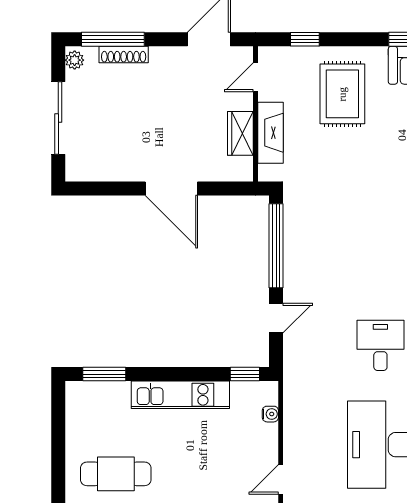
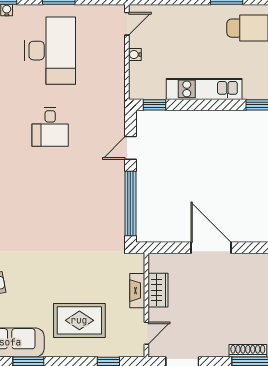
rug: (342, 94) -> (79, 320), turned 90
fireplace: (270, 133) -> (137, 291), width x0.73, depth x0.76
water cooler: (270, 414) -> (135, 54), moved

